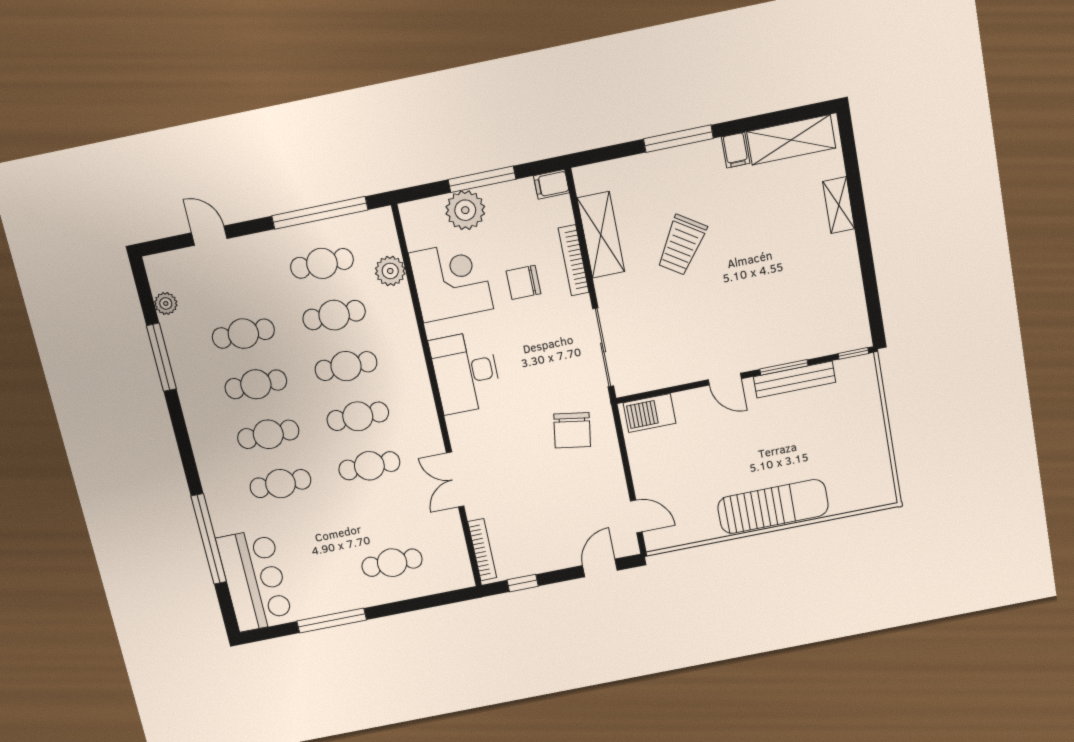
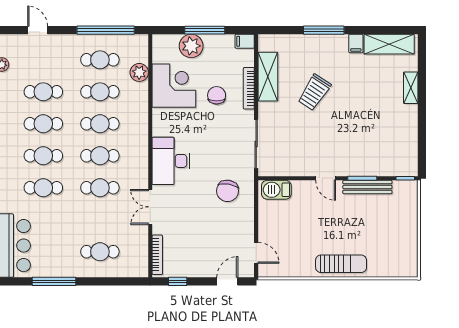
chair: (523, 282) -> (217, 95), turned 90
desk: (466, 372) -> (171, 161), moved
sun lounger: (773, 507) -> (341, 264), width x0.73, depth x0.75

